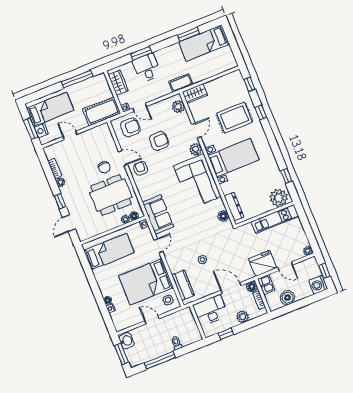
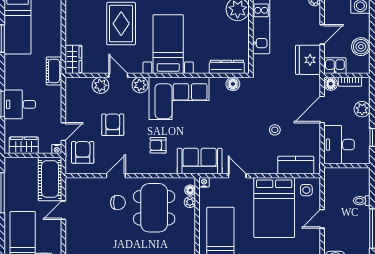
plant: (178, 107) -> (101, 85), moved
door: (70, 135) -> (63, 210), moved
armchair: (141, 168) -> (158, 145), moved

